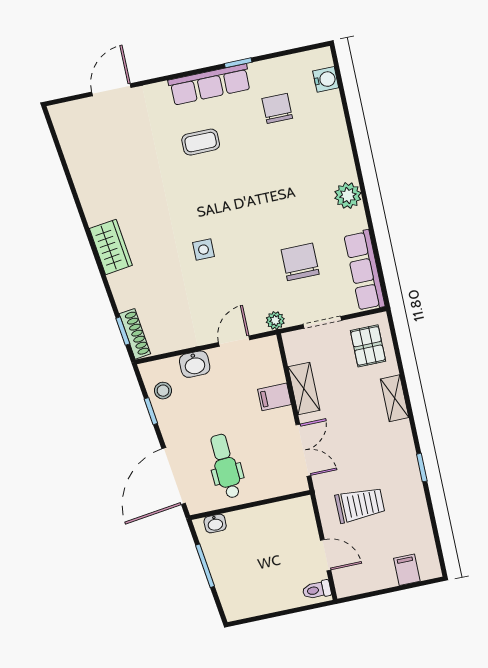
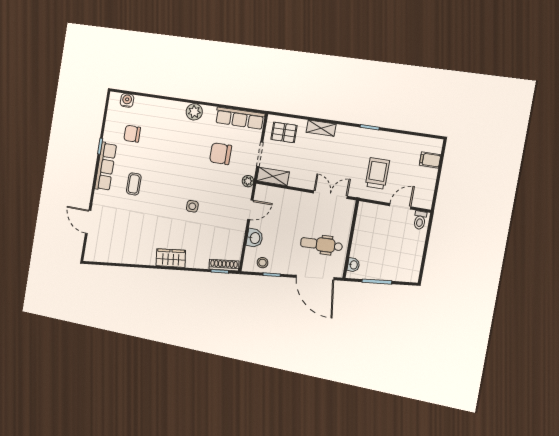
door: (234, 341) -> (250, 210), swing flipped
shelving: (304, 389) -> (273, 176), moved
filing cabinet: (274, 397) -> (292, 199), removed

